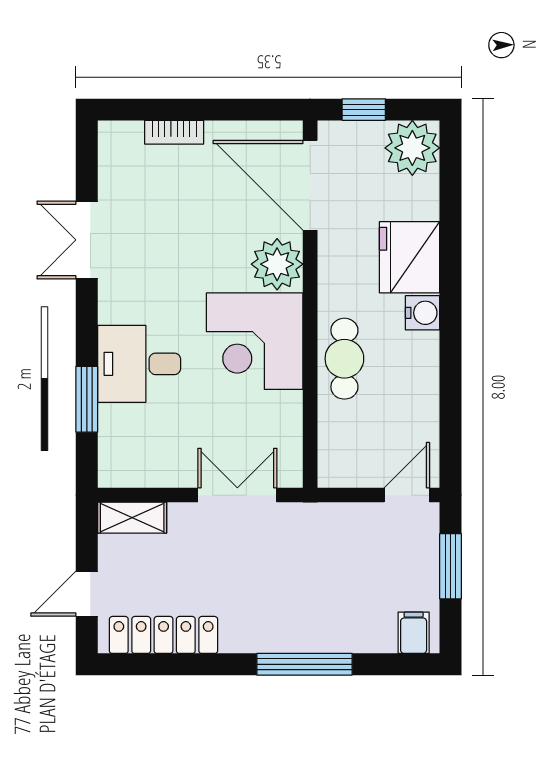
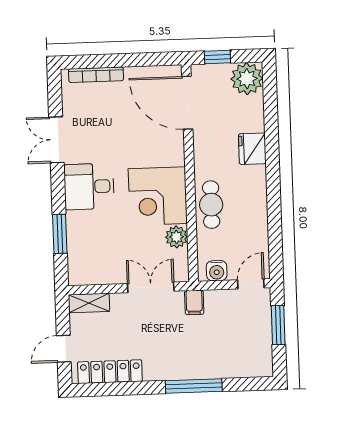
bookcase: (174, 132) -> (96, 75), width x1.56
fridge: (410, 257) -> (252, 149), width x0.73, depth x0.75
plant: (277, 264) -> (176, 237), moved, width x0.73, depth x0.73
water cooler: (423, 313) -> (217, 271), moved, turned 90
desk: (139, 364) -> (89, 187), moved
filing cabinet: (414, 633) -> (194, 302), moved, turned 180

